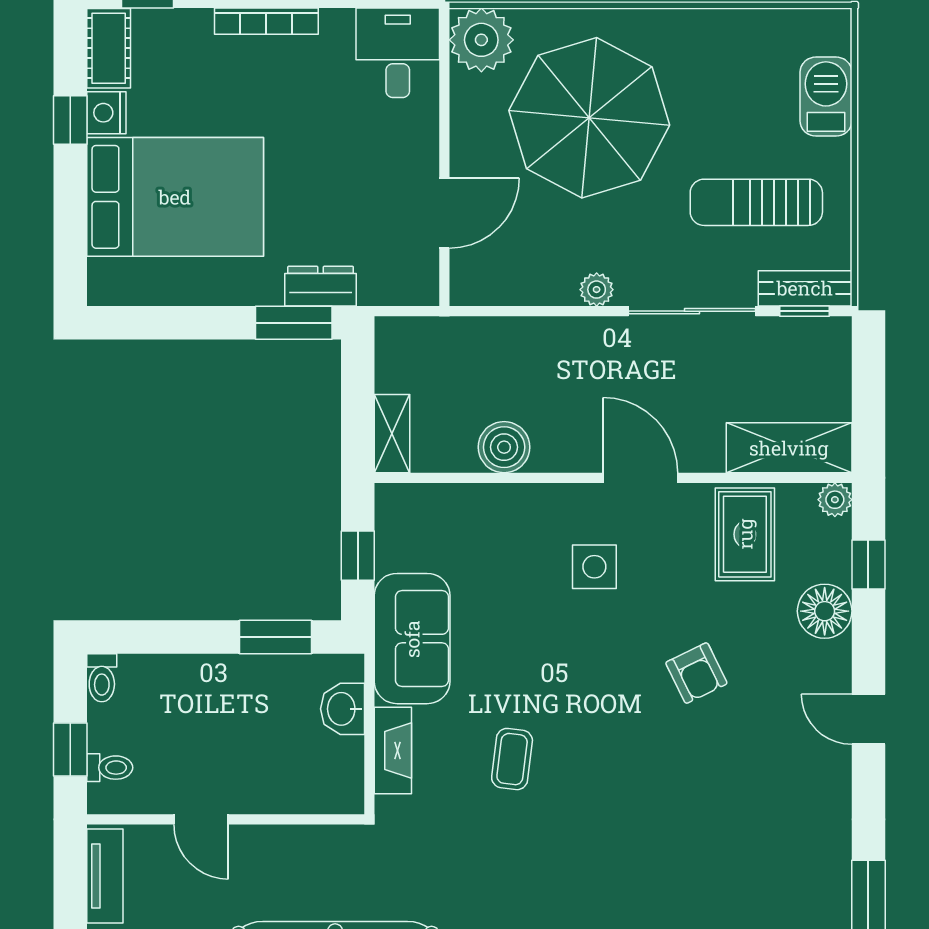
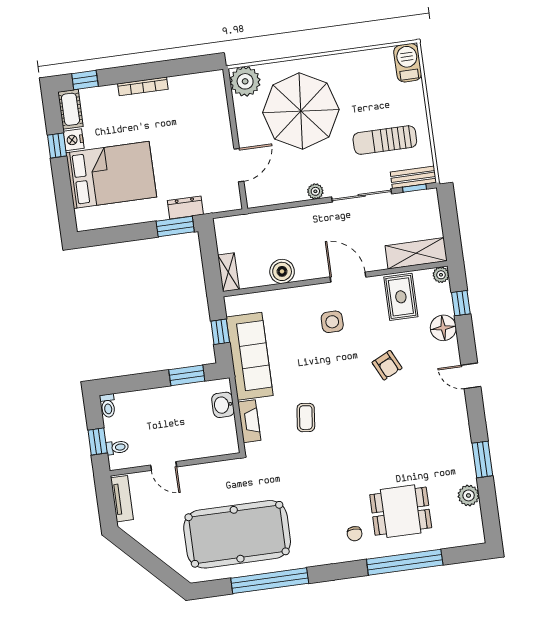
desk: (398, 53) -> (207, 93), removed
barbecue: (826, 97) -> (408, 63), moved
sofa: (412, 639) -> (250, 356), width x1.36

